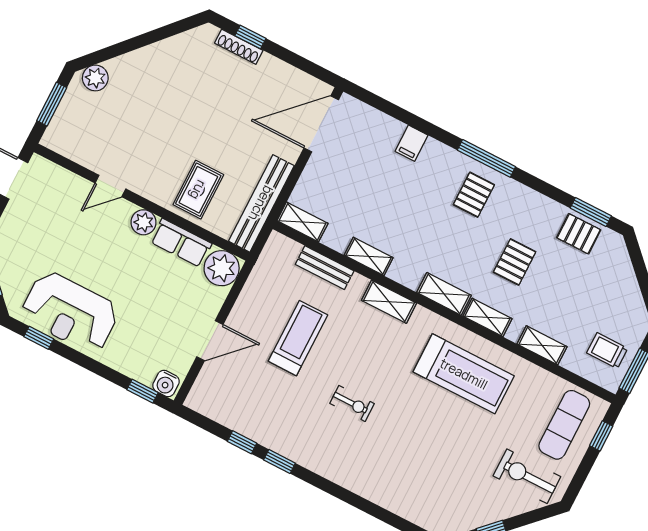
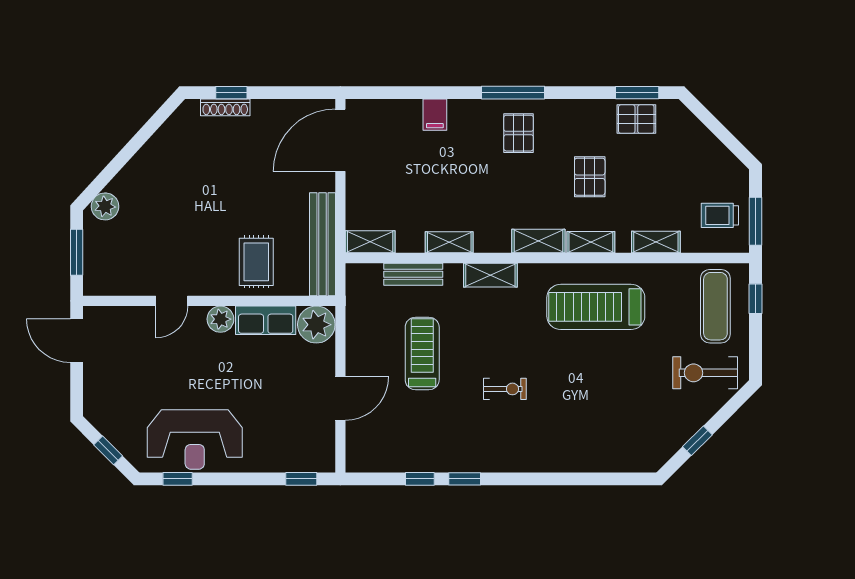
treadmill: (464, 374) -> (596, 307), turned 180
water cooler: (166, 383) -> (320, 460), removed

